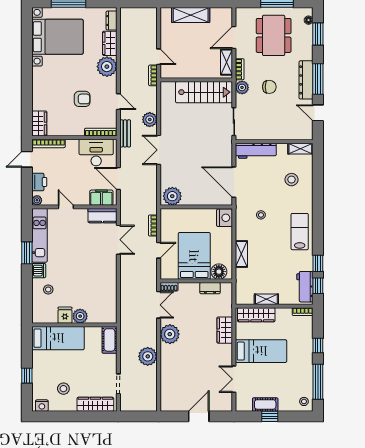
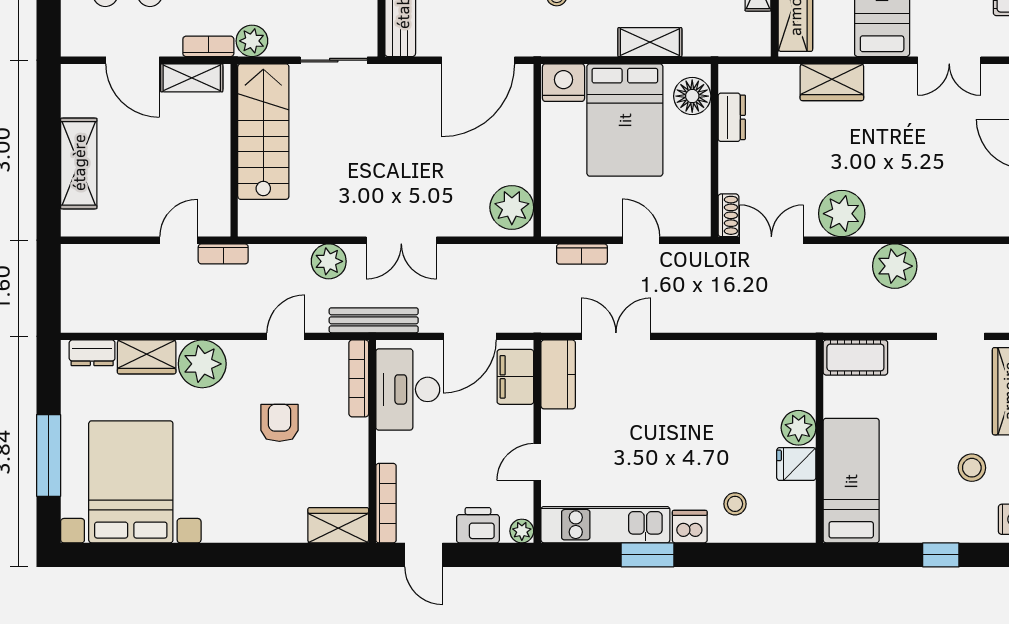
bench: (125, 133) -> (374, 320), width x1.36
bed: (194, 256) -> (625, 120), moved, turned -90

